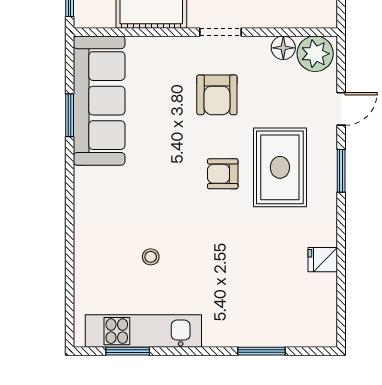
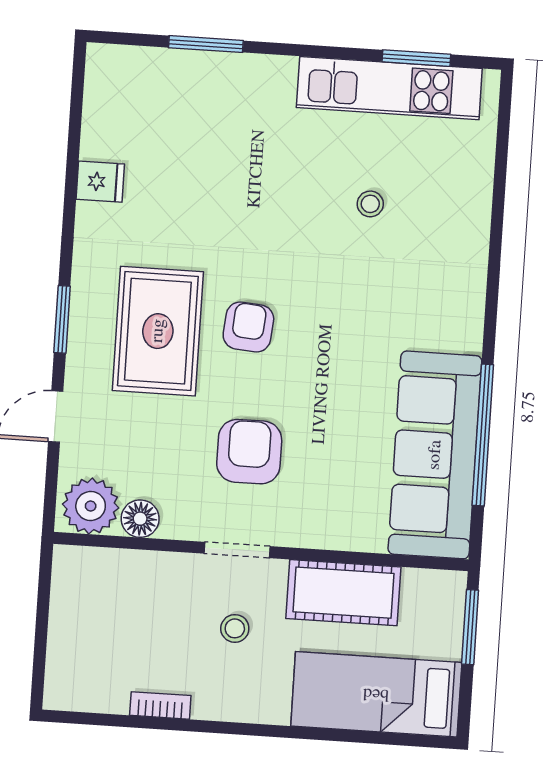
window: (70, 115) -> (483, 435), width x2.11
armchair: (223, 174) -> (248, 327), turned -85

